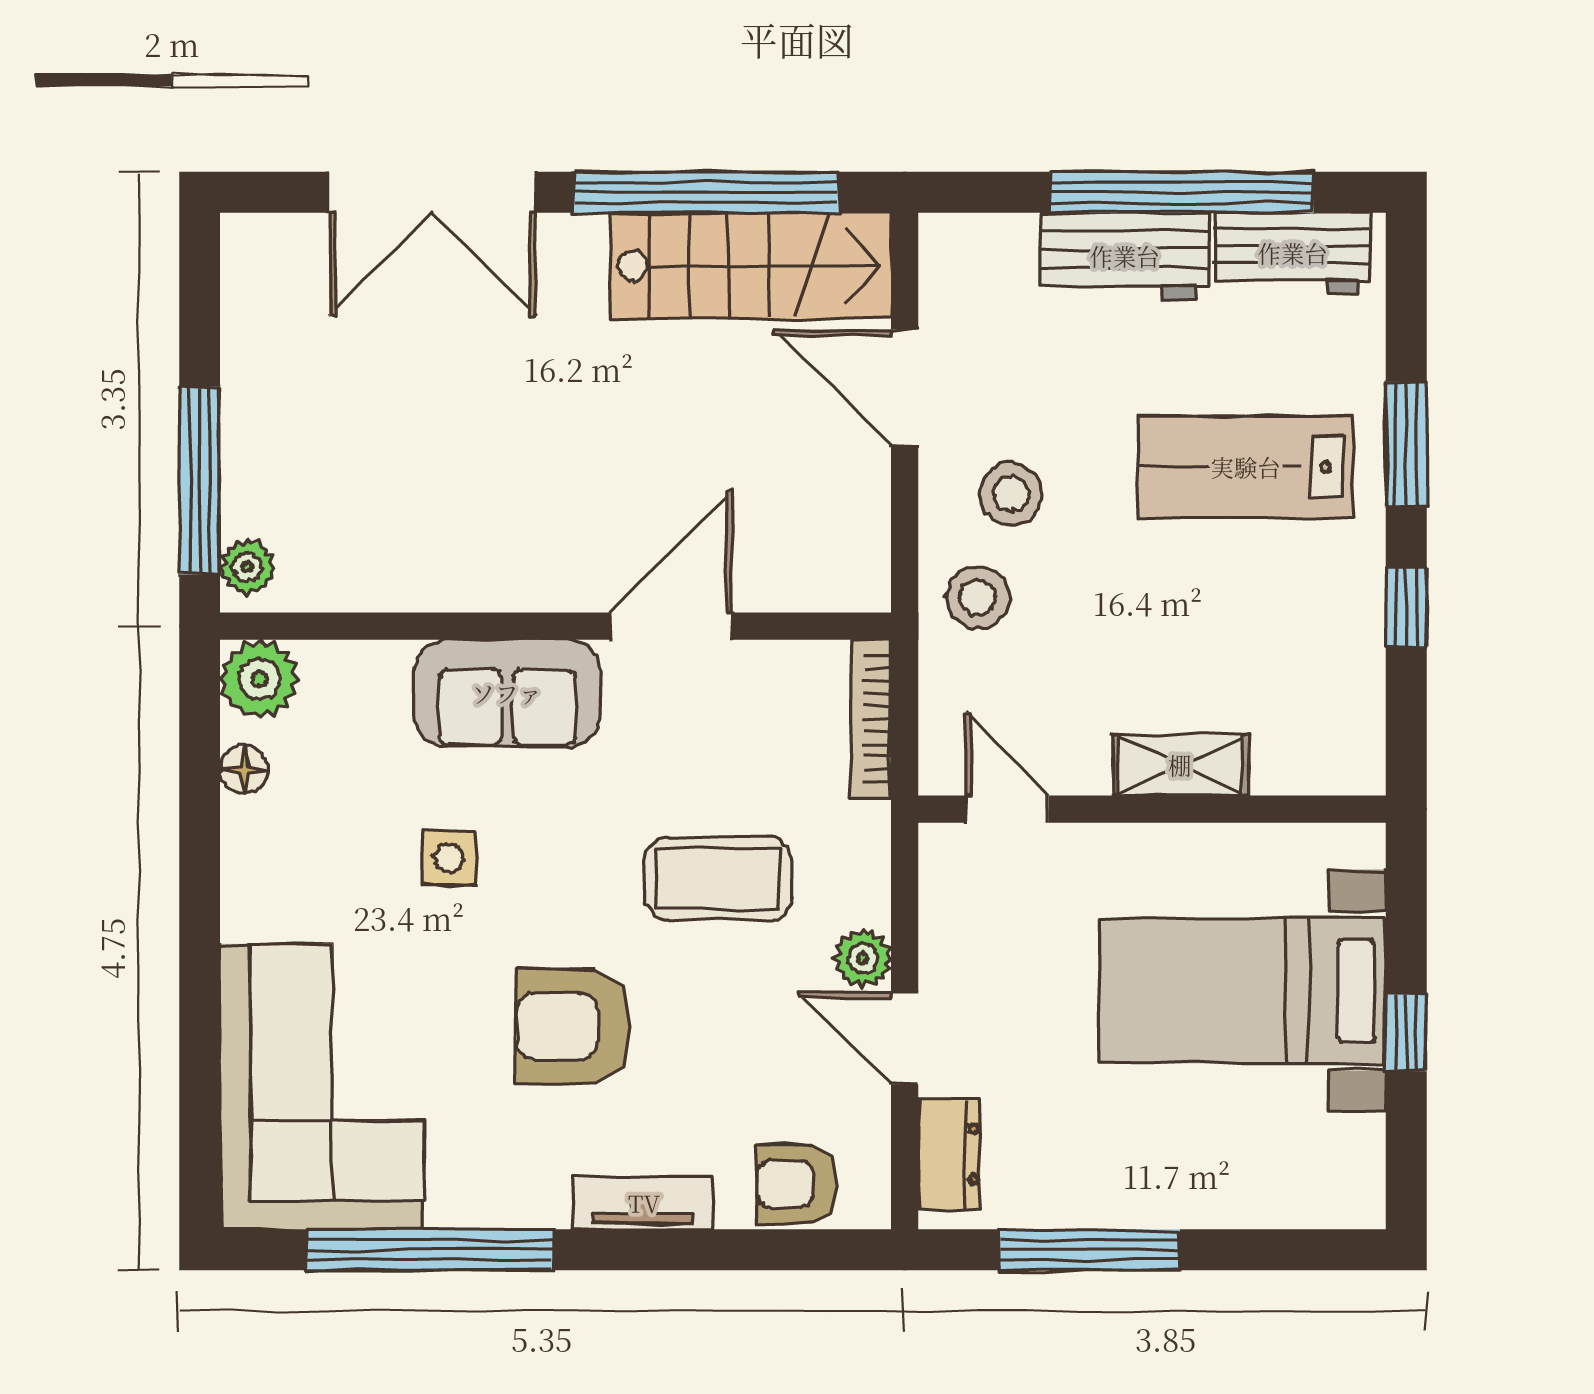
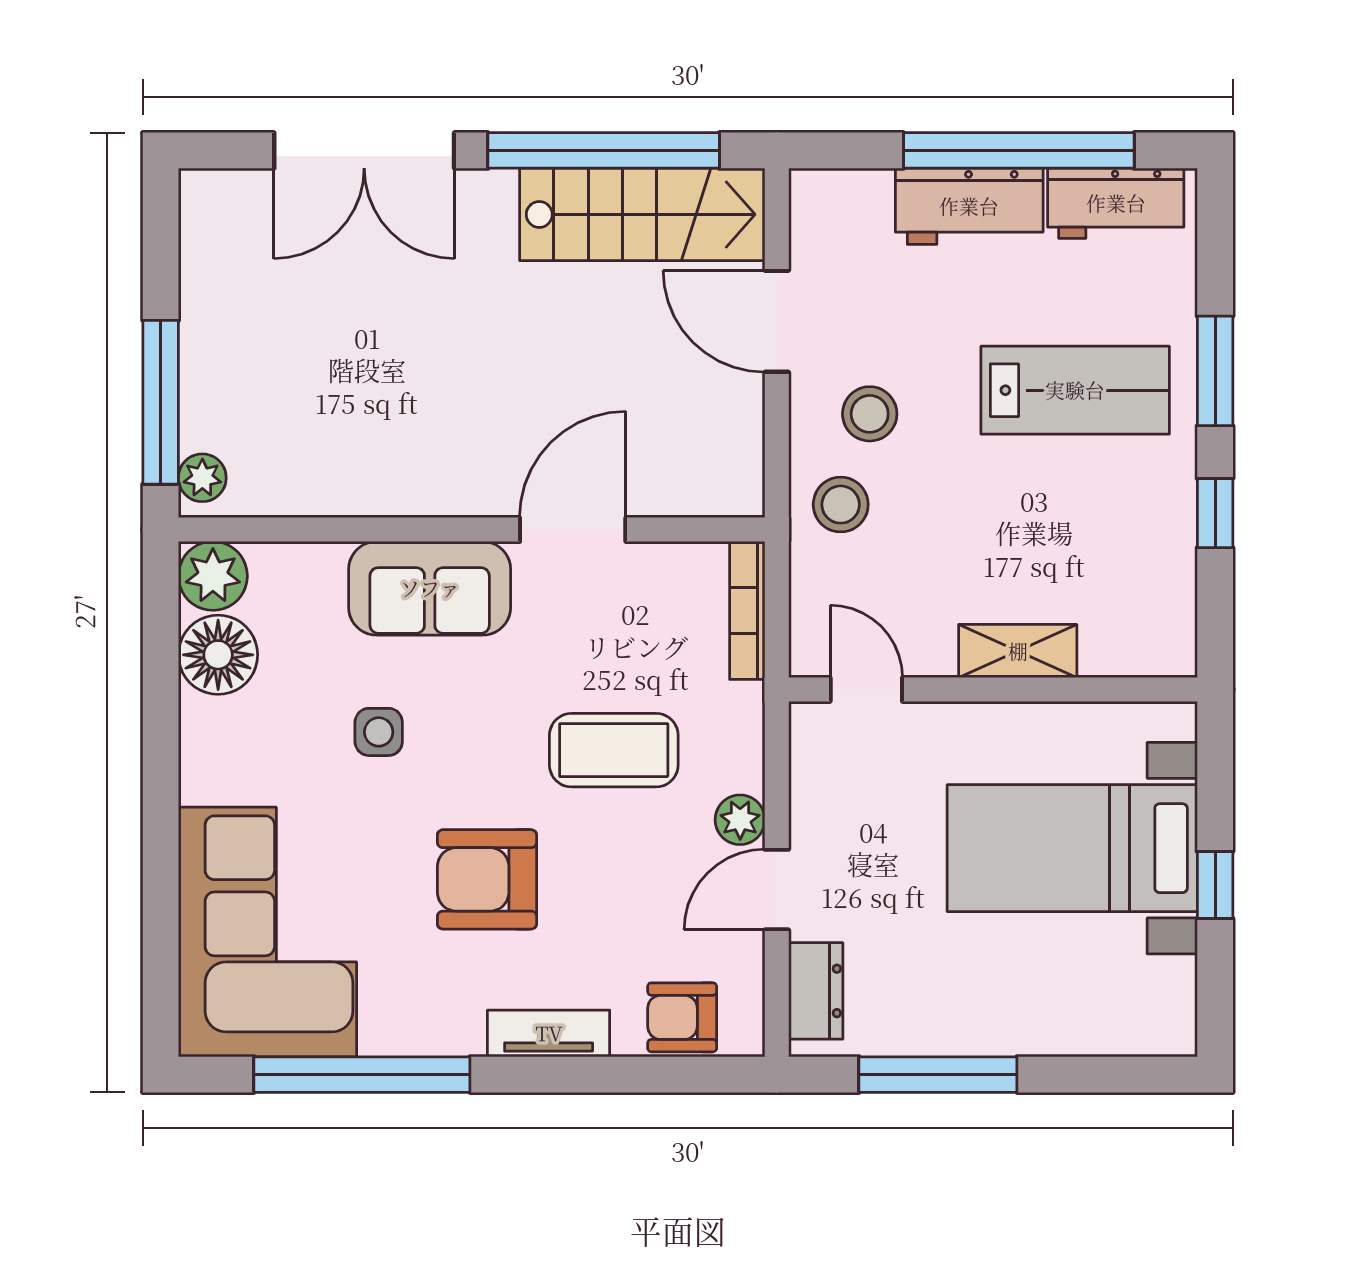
lab bench: (1246, 467) -> (1075, 390), turned 180
floor lamp: (244, 769) -> (218, 655), width x1.89, depth x1.89
door: (905, 1038) -> (777, 890), hinge flipped

